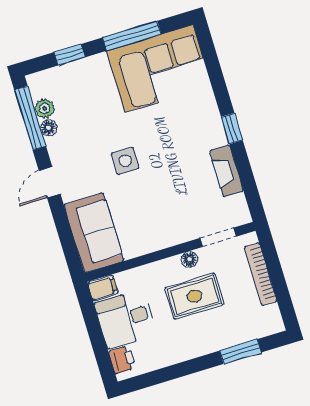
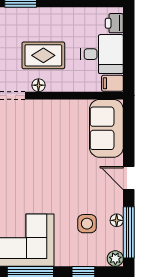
plant: (45, 109) -> (115, 259), moved
side table: (125, 161) -> (87, 224), moved
door: (50, 182) -> (129, 178), swing flipped

